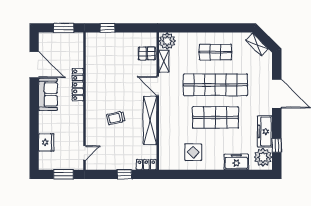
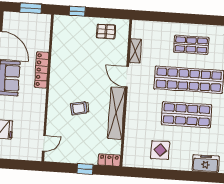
plant: (167, 41) -> (140, 29), removed
pallet: (147, 53) -> (106, 32), moved
window: (63, 174) -> (20, 165), removed

